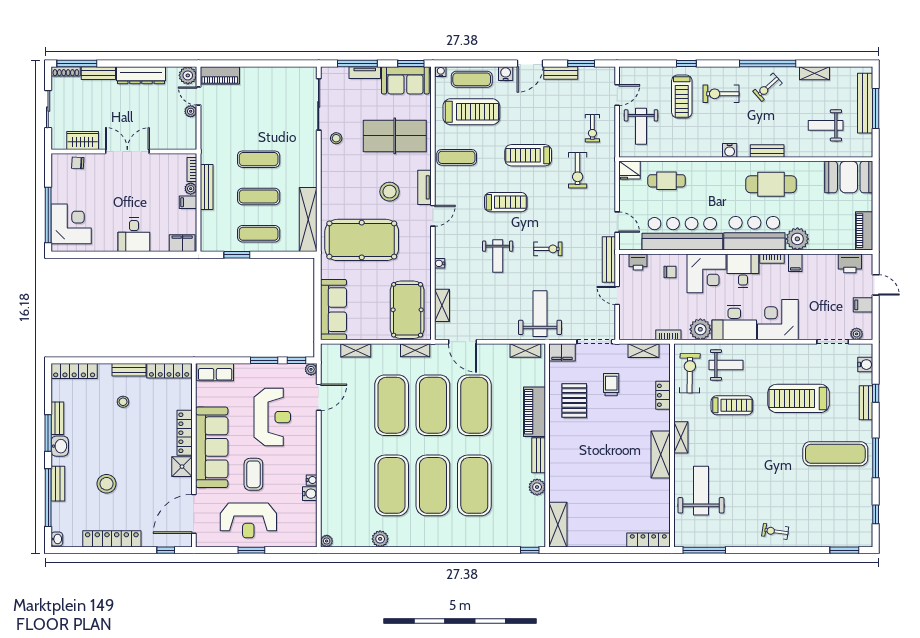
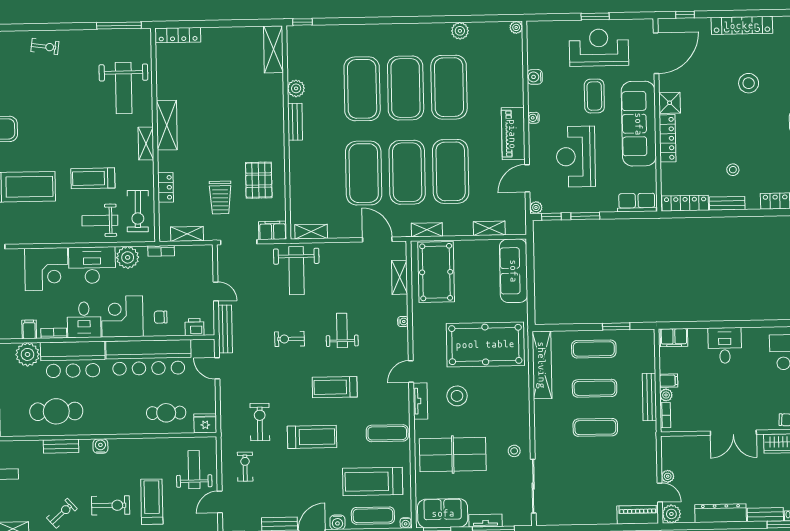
trolley: (611, 385) -> (220, 197), width x1.36, depth x1.39
piano: (534, 412) -> (513, 134), moved, turned 180
water cooler: (312, 480) -> (534, 118), moved

